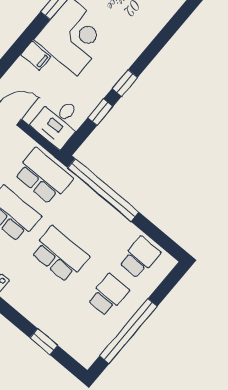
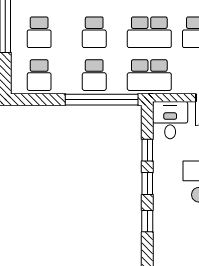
window: (153, 50) -> (147, 221), added
school desk: (91, 217) -> (94, 75), added
school desk: (60, 254) -> (94, 32), width x0.54

